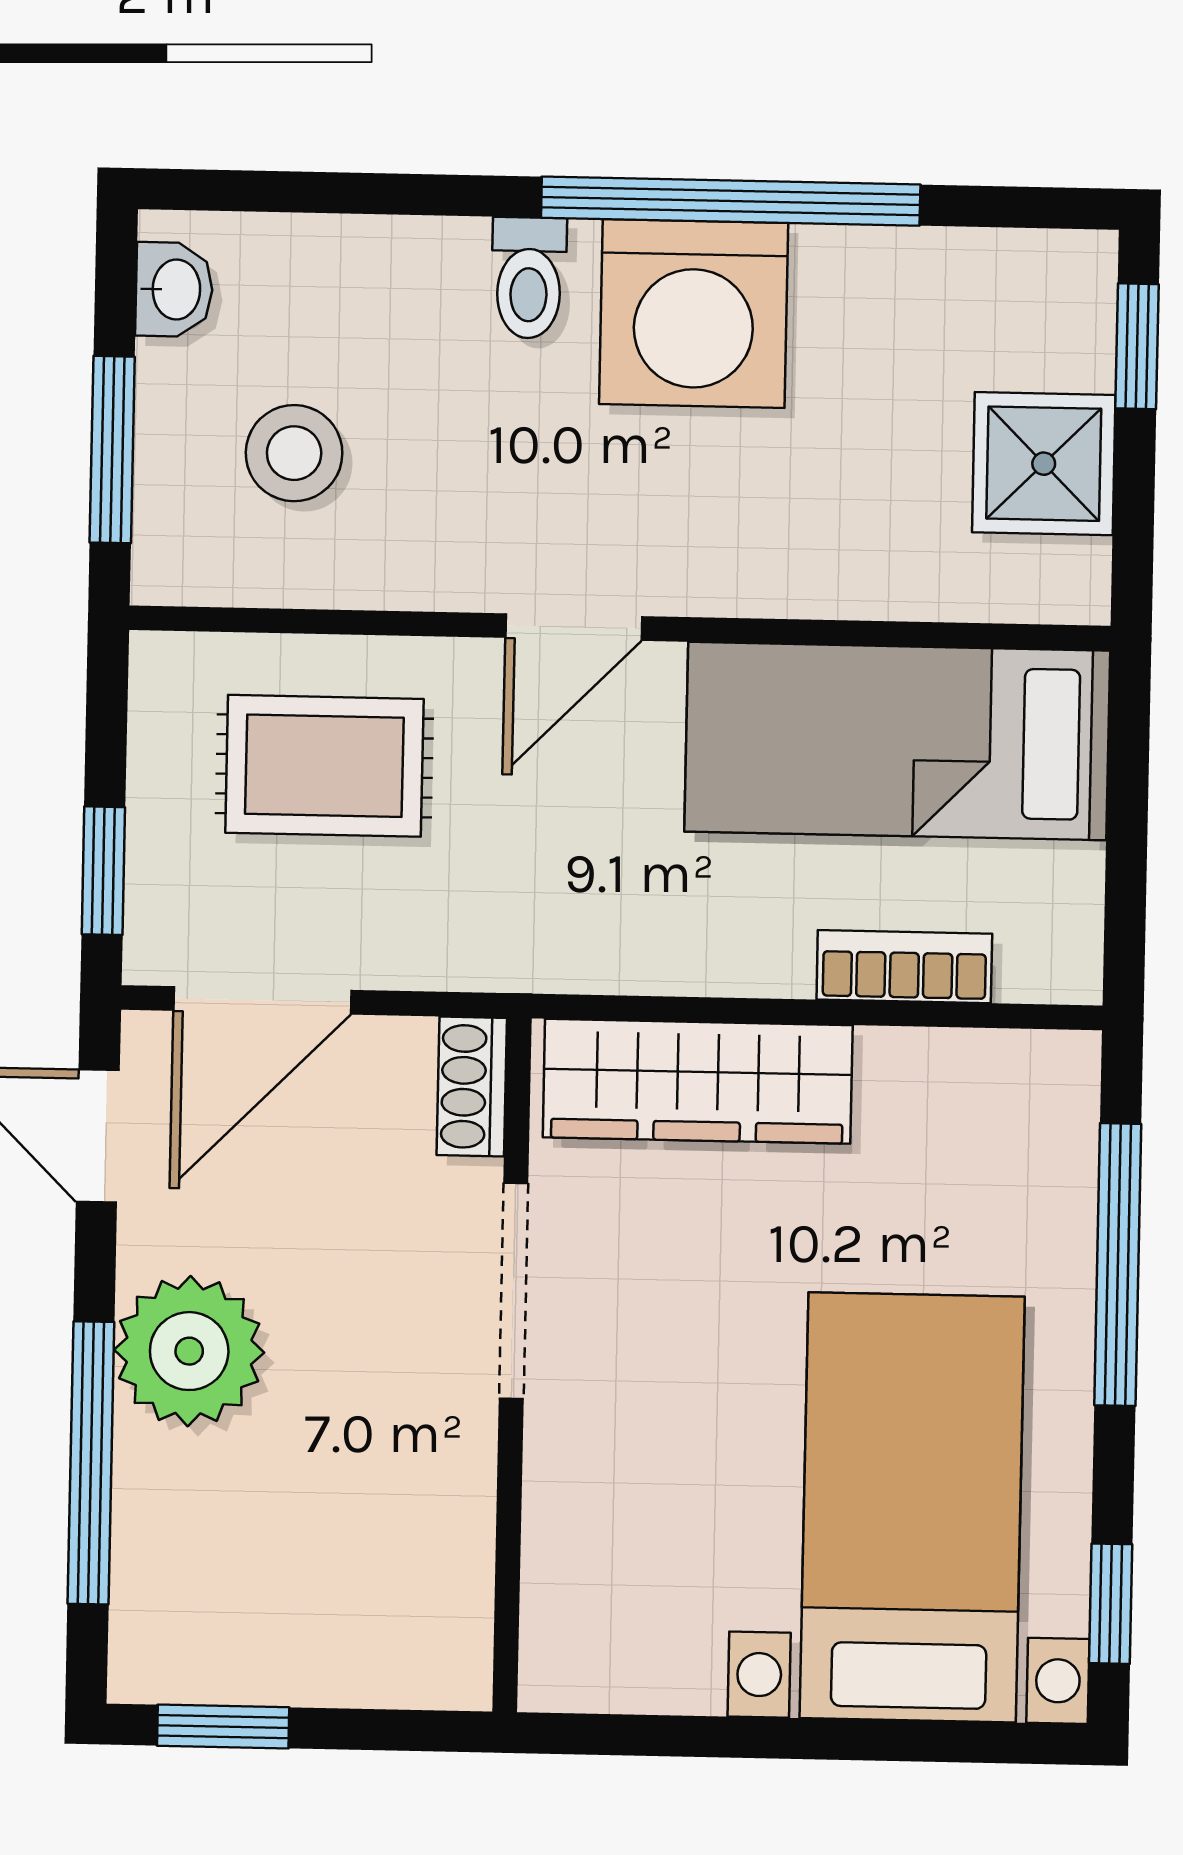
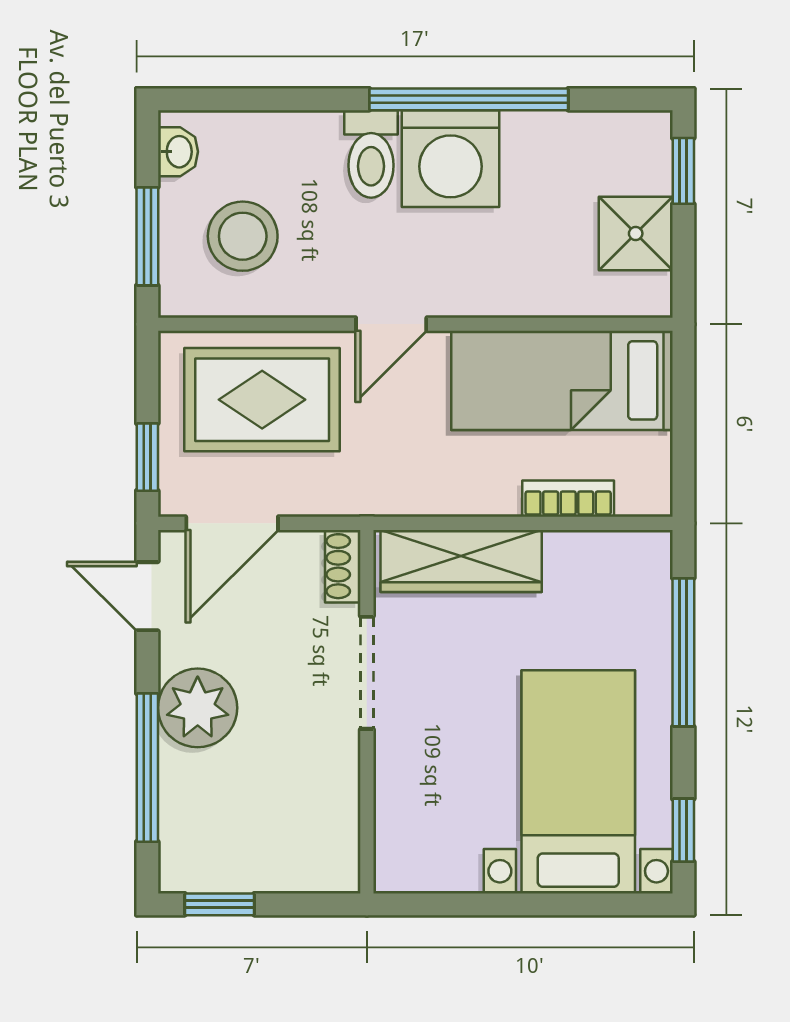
toilet: (529, 278) -> (371, 154), width x1.37, depth x1.39
stool: (294, 453) -> (243, 236), width x1.38, depth x1.38
rug: (324, 766) -> (262, 400), width x1.36, depth x1.43

